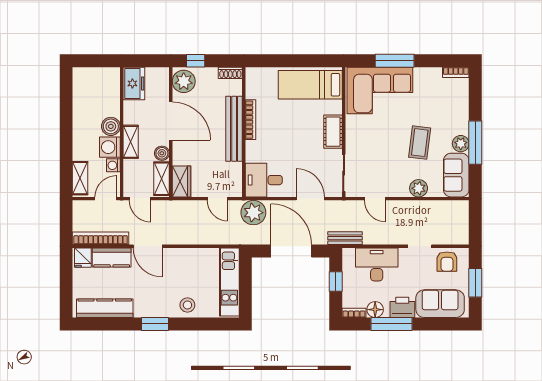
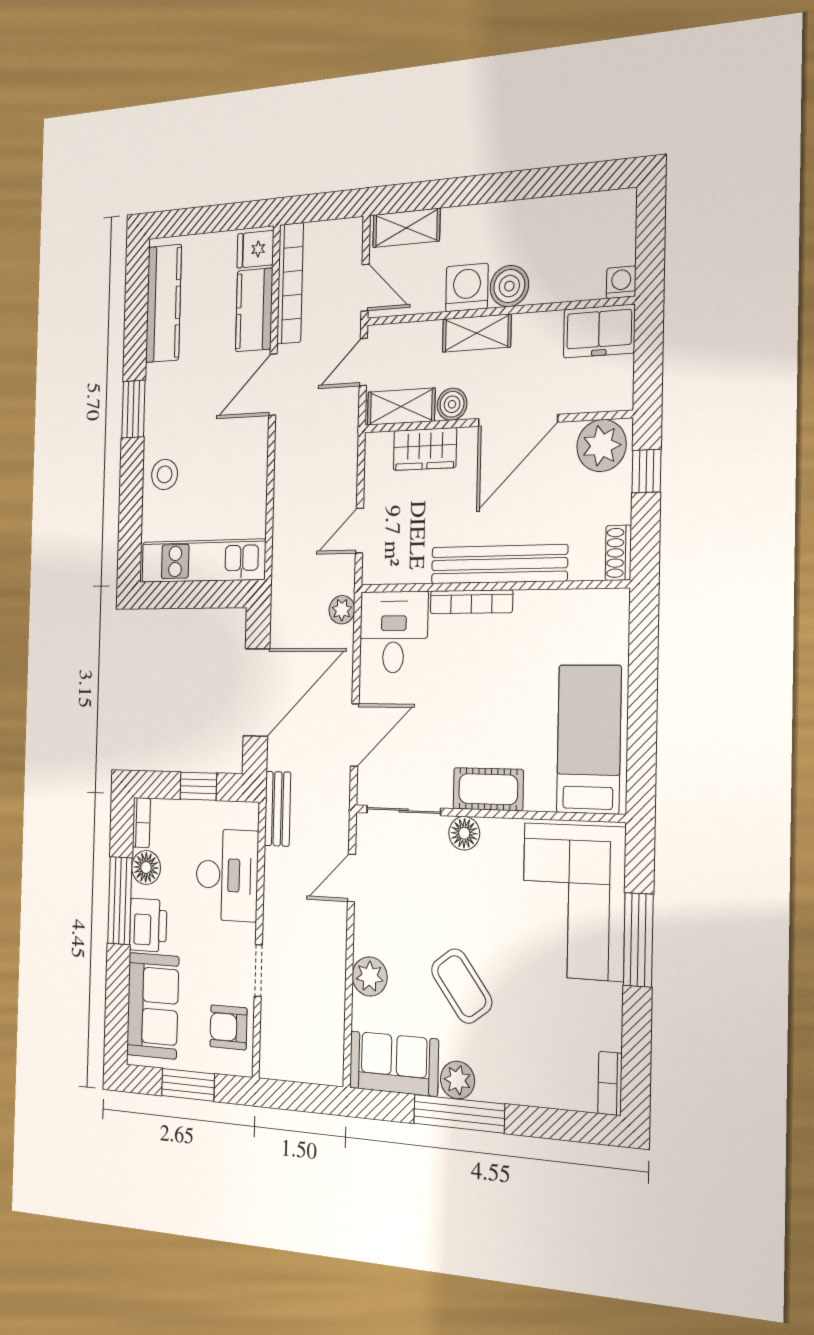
bookcase: (250, 120) -> (471, 602), moved
floor lamp: (353, 143) -> (464, 833), added
coffee table: (420, 143) -> (462, 986), turned 46
washing machine: (113, 165) -> (621, 282), moved
wardrobe: (181, 181) -> (425, 449), moved
plant: (253, 213) -> (342, 610), width x0.53, depth x0.53

